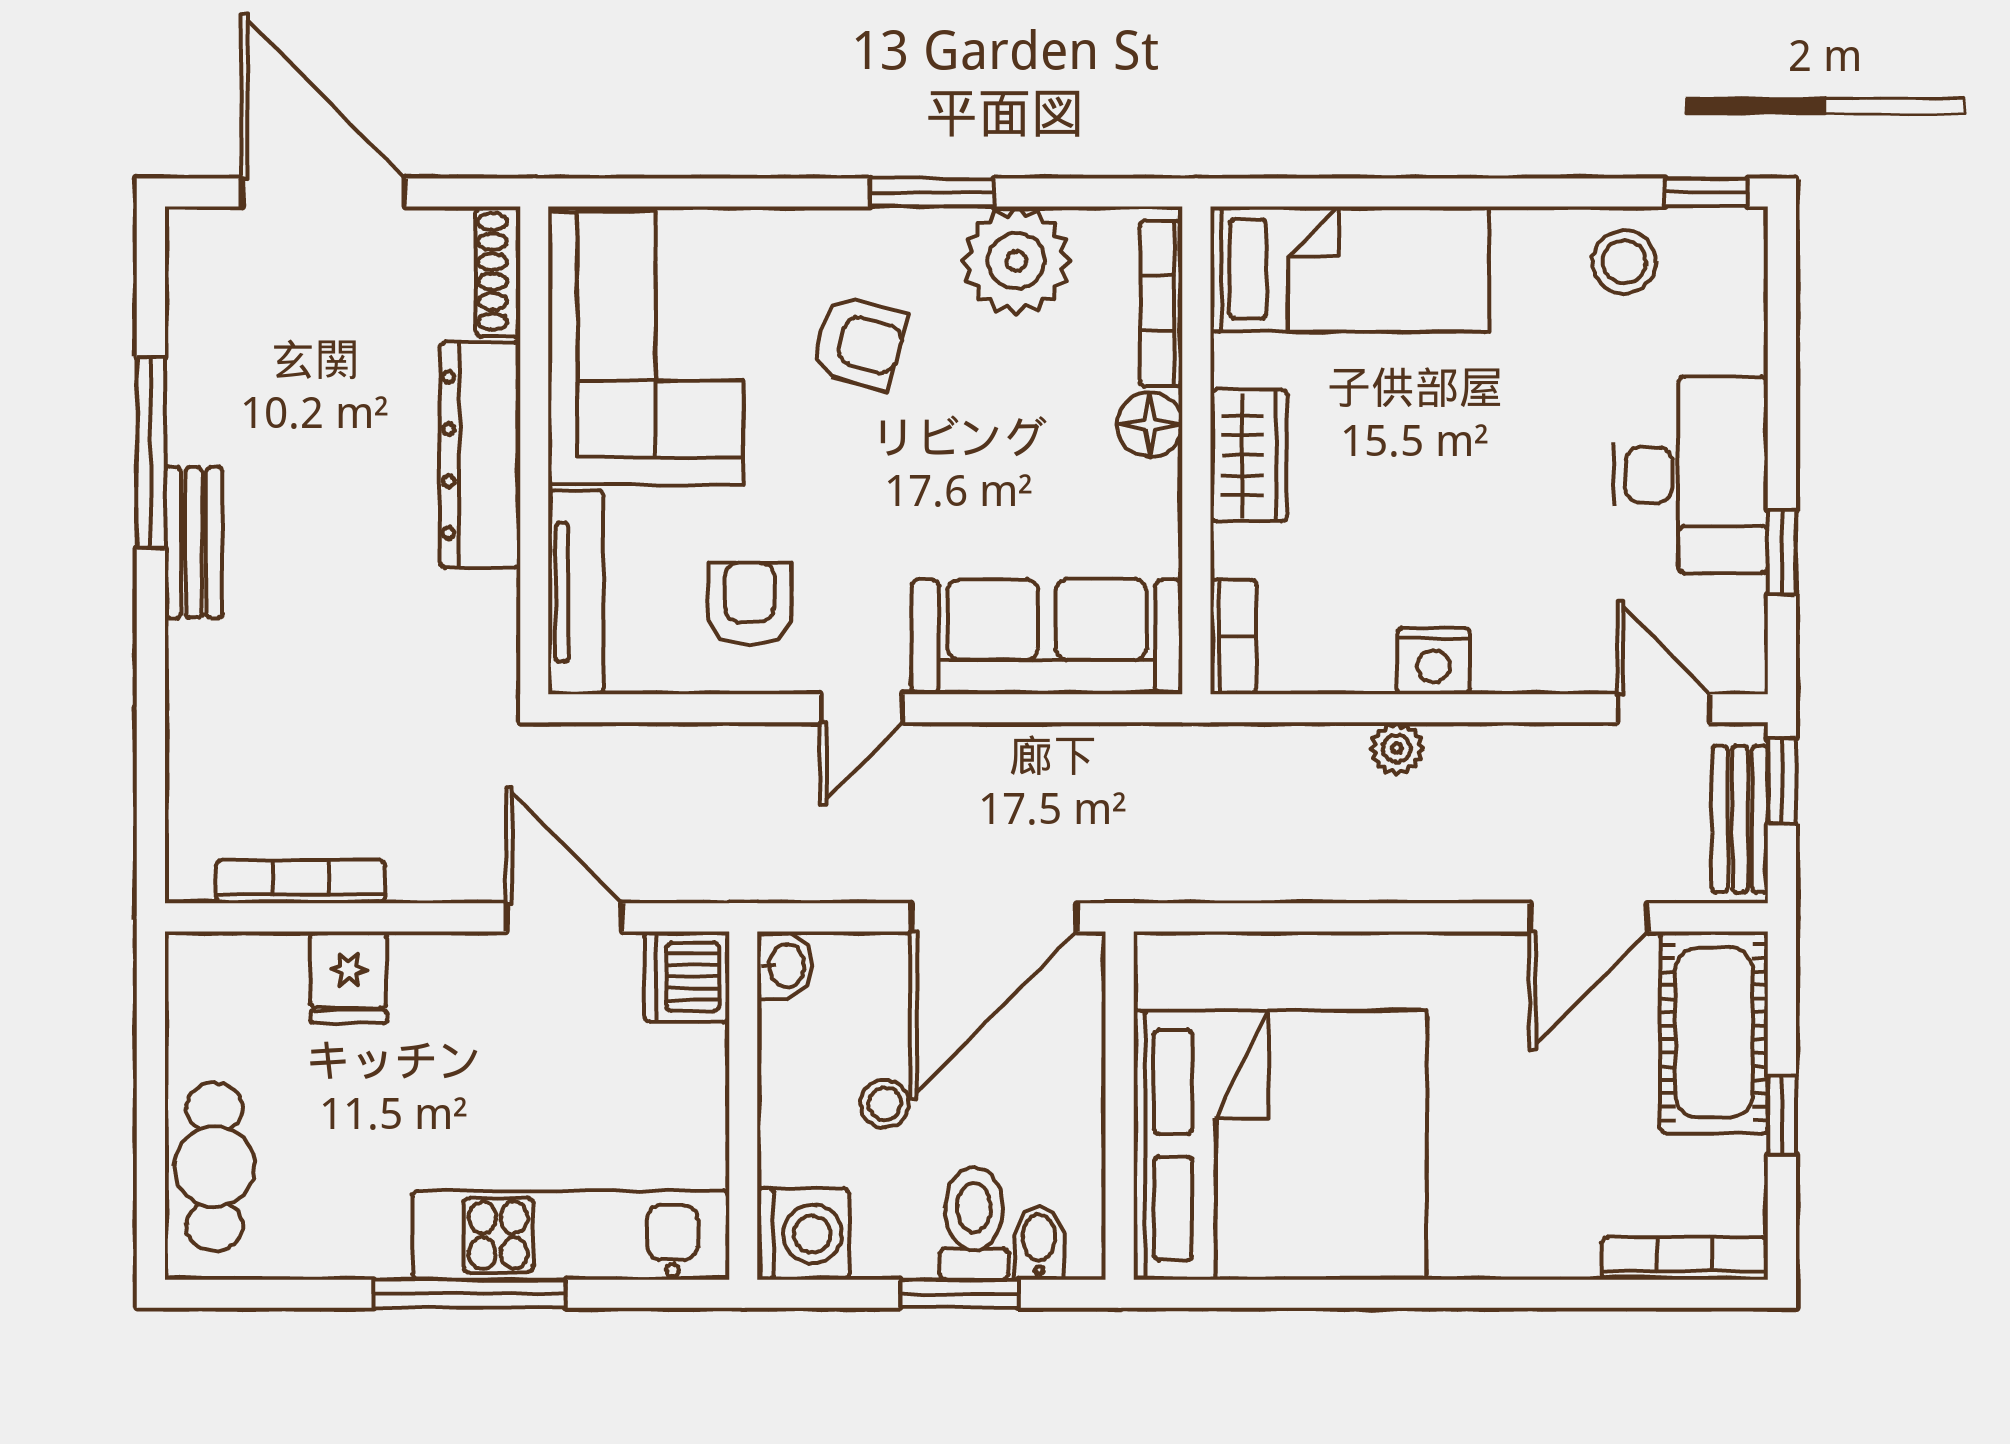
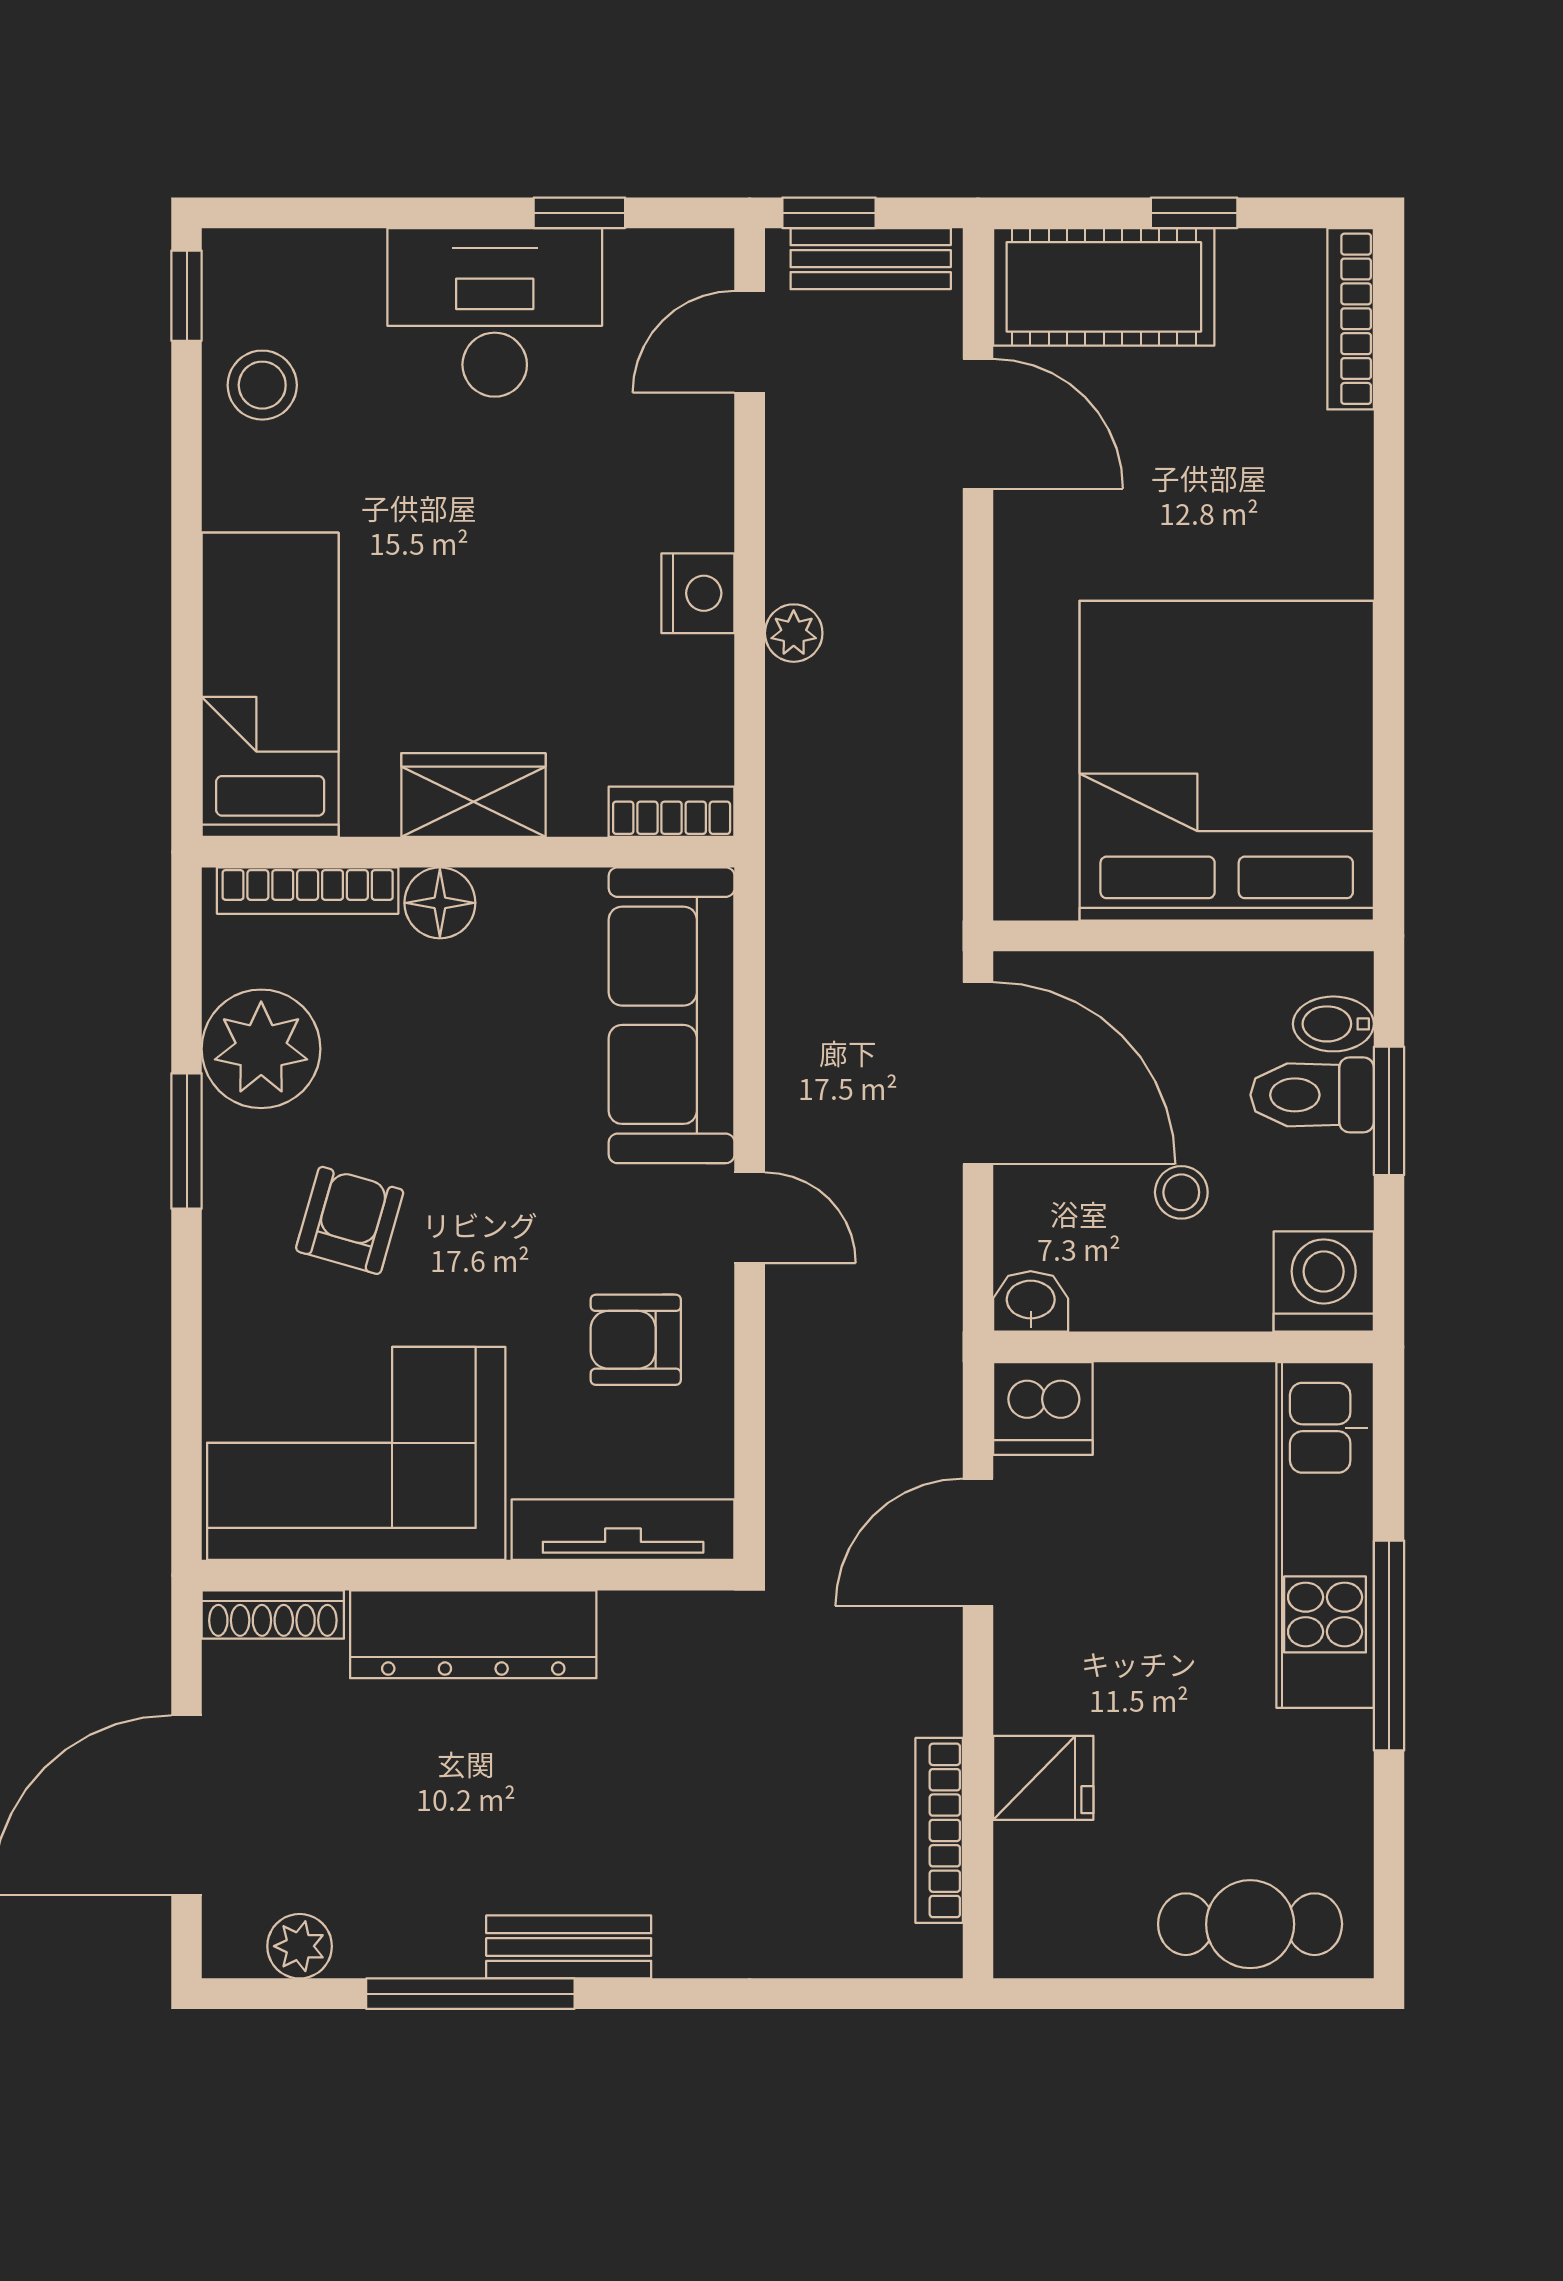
plant: (194, 296) -> (300, 1946), added

